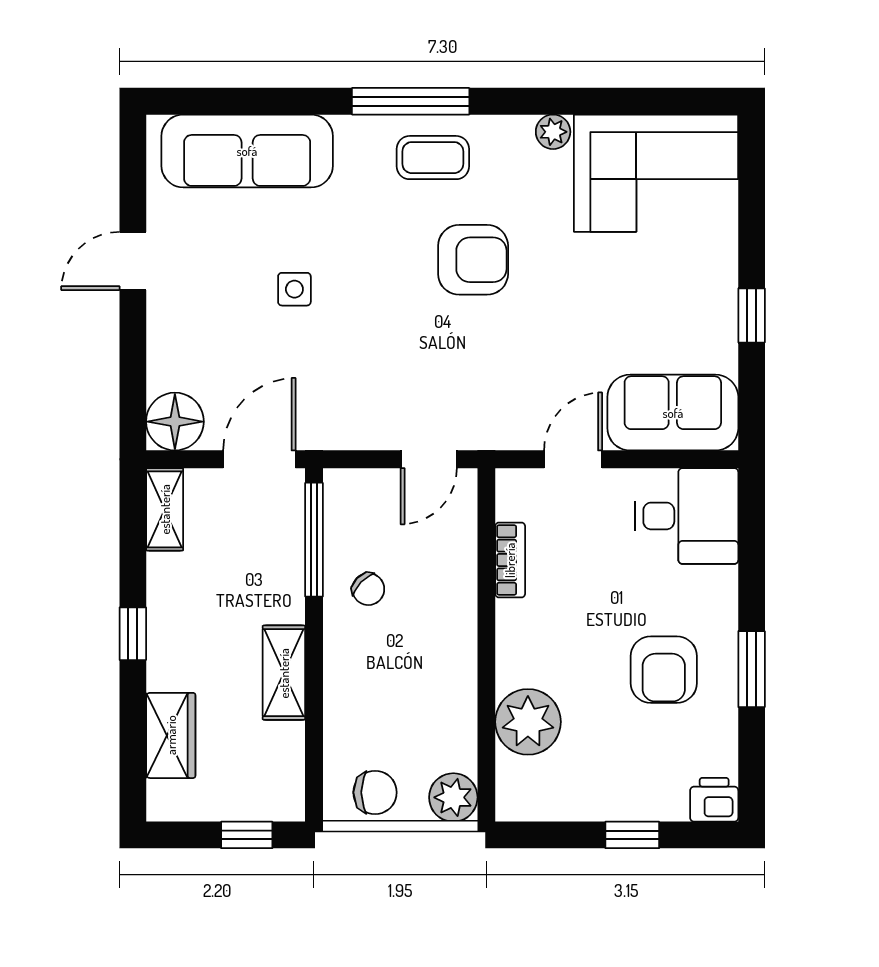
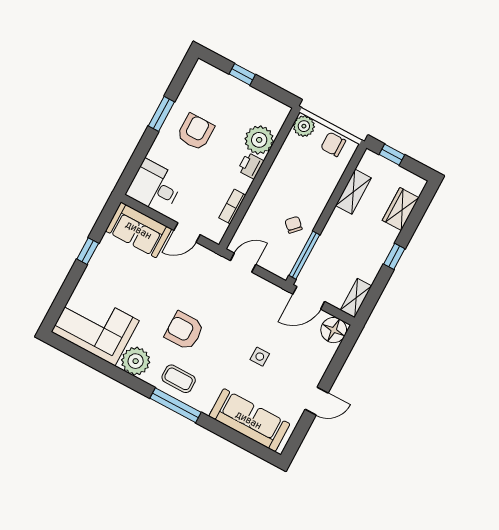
plant: (553, 132) -> (136, 361), width x1.88, depth x1.88
shelving: (284, 673) -> (353, 192), moved
printer: (714, 800) -> (251, 166), moved, turned 90

